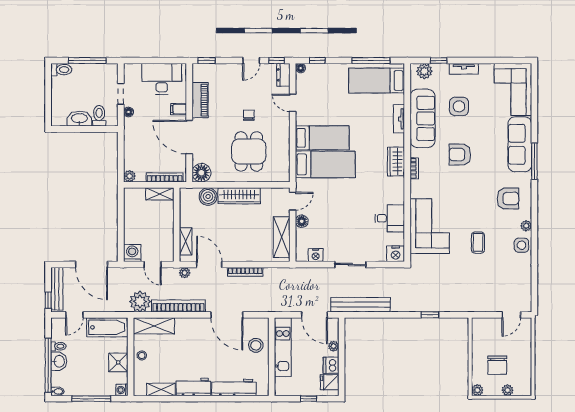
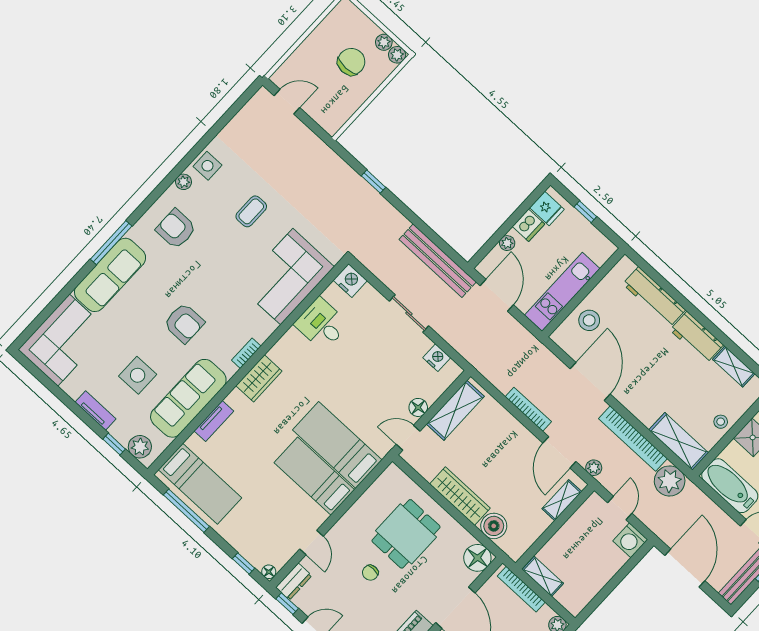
plant: (508, 390) -> (384, 42), moved

